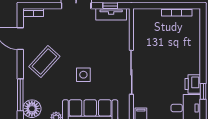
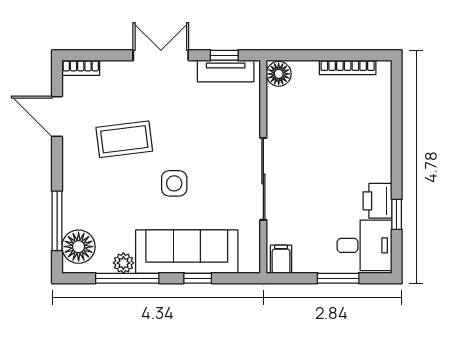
floor lamp: (140, 16) -> (279, 74), added
coffee table: (44, 61) -> (124, 139), moved, turned 41

